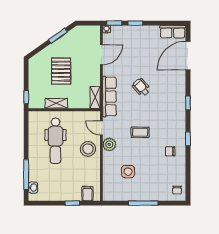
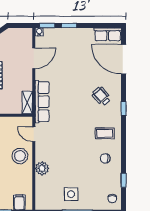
door: (188, 56) -> (124, 59), hinge flipped
wheelchair: (141, 87) -> (101, 96), moved
coffee table: (140, 132) -> (105, 133), moved
window: (188, 139) -> (124, 180), moved
plant: (109, 144) -> (42, 168), moved
side table: (128, 172) -> (71, 194), moved

